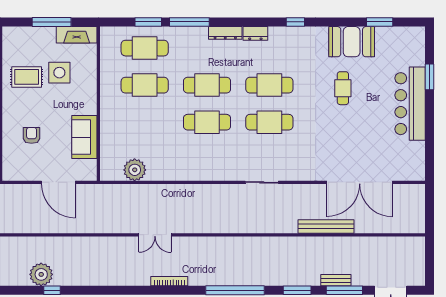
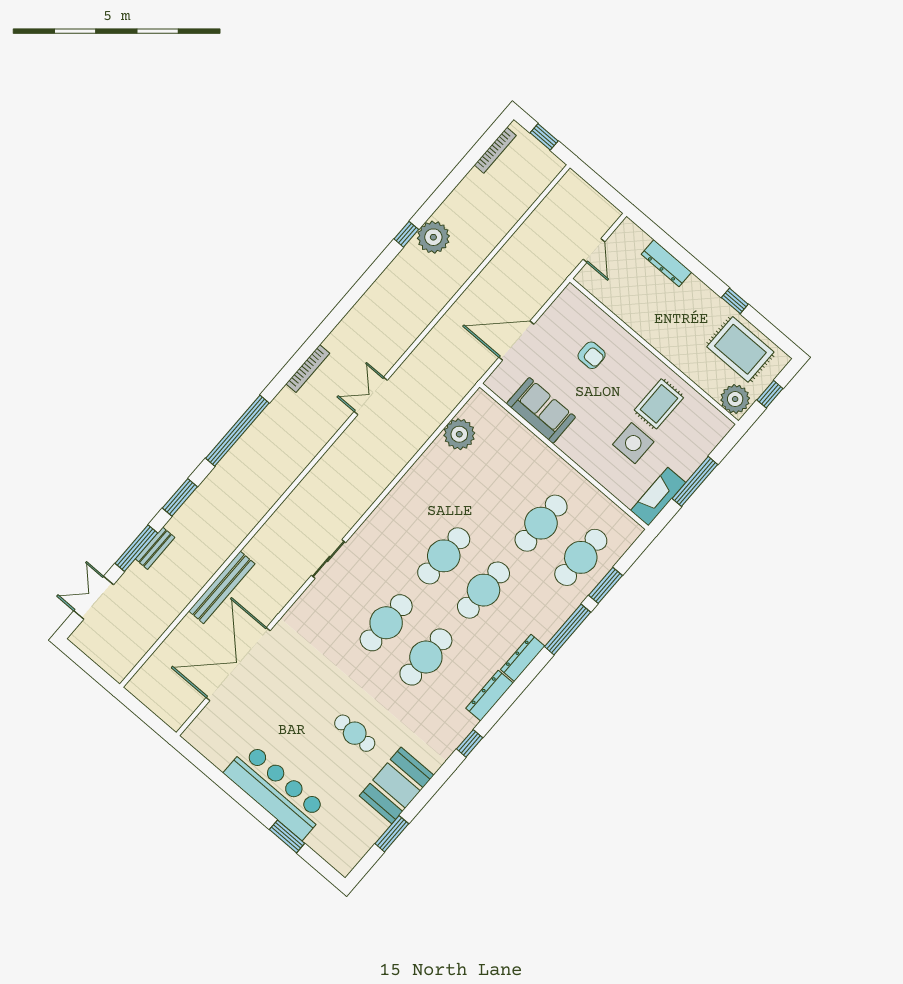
dresser: (255, 33) -> (489, 696), width x1.44

